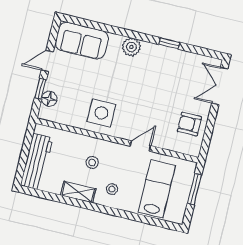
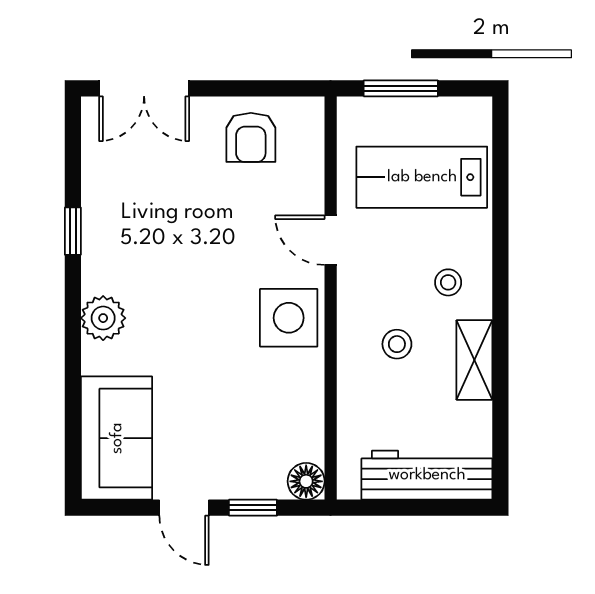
floor lamp: (49, 99) -> (306, 481), moved
side table: (101, 113) -> (289, 318), moved

